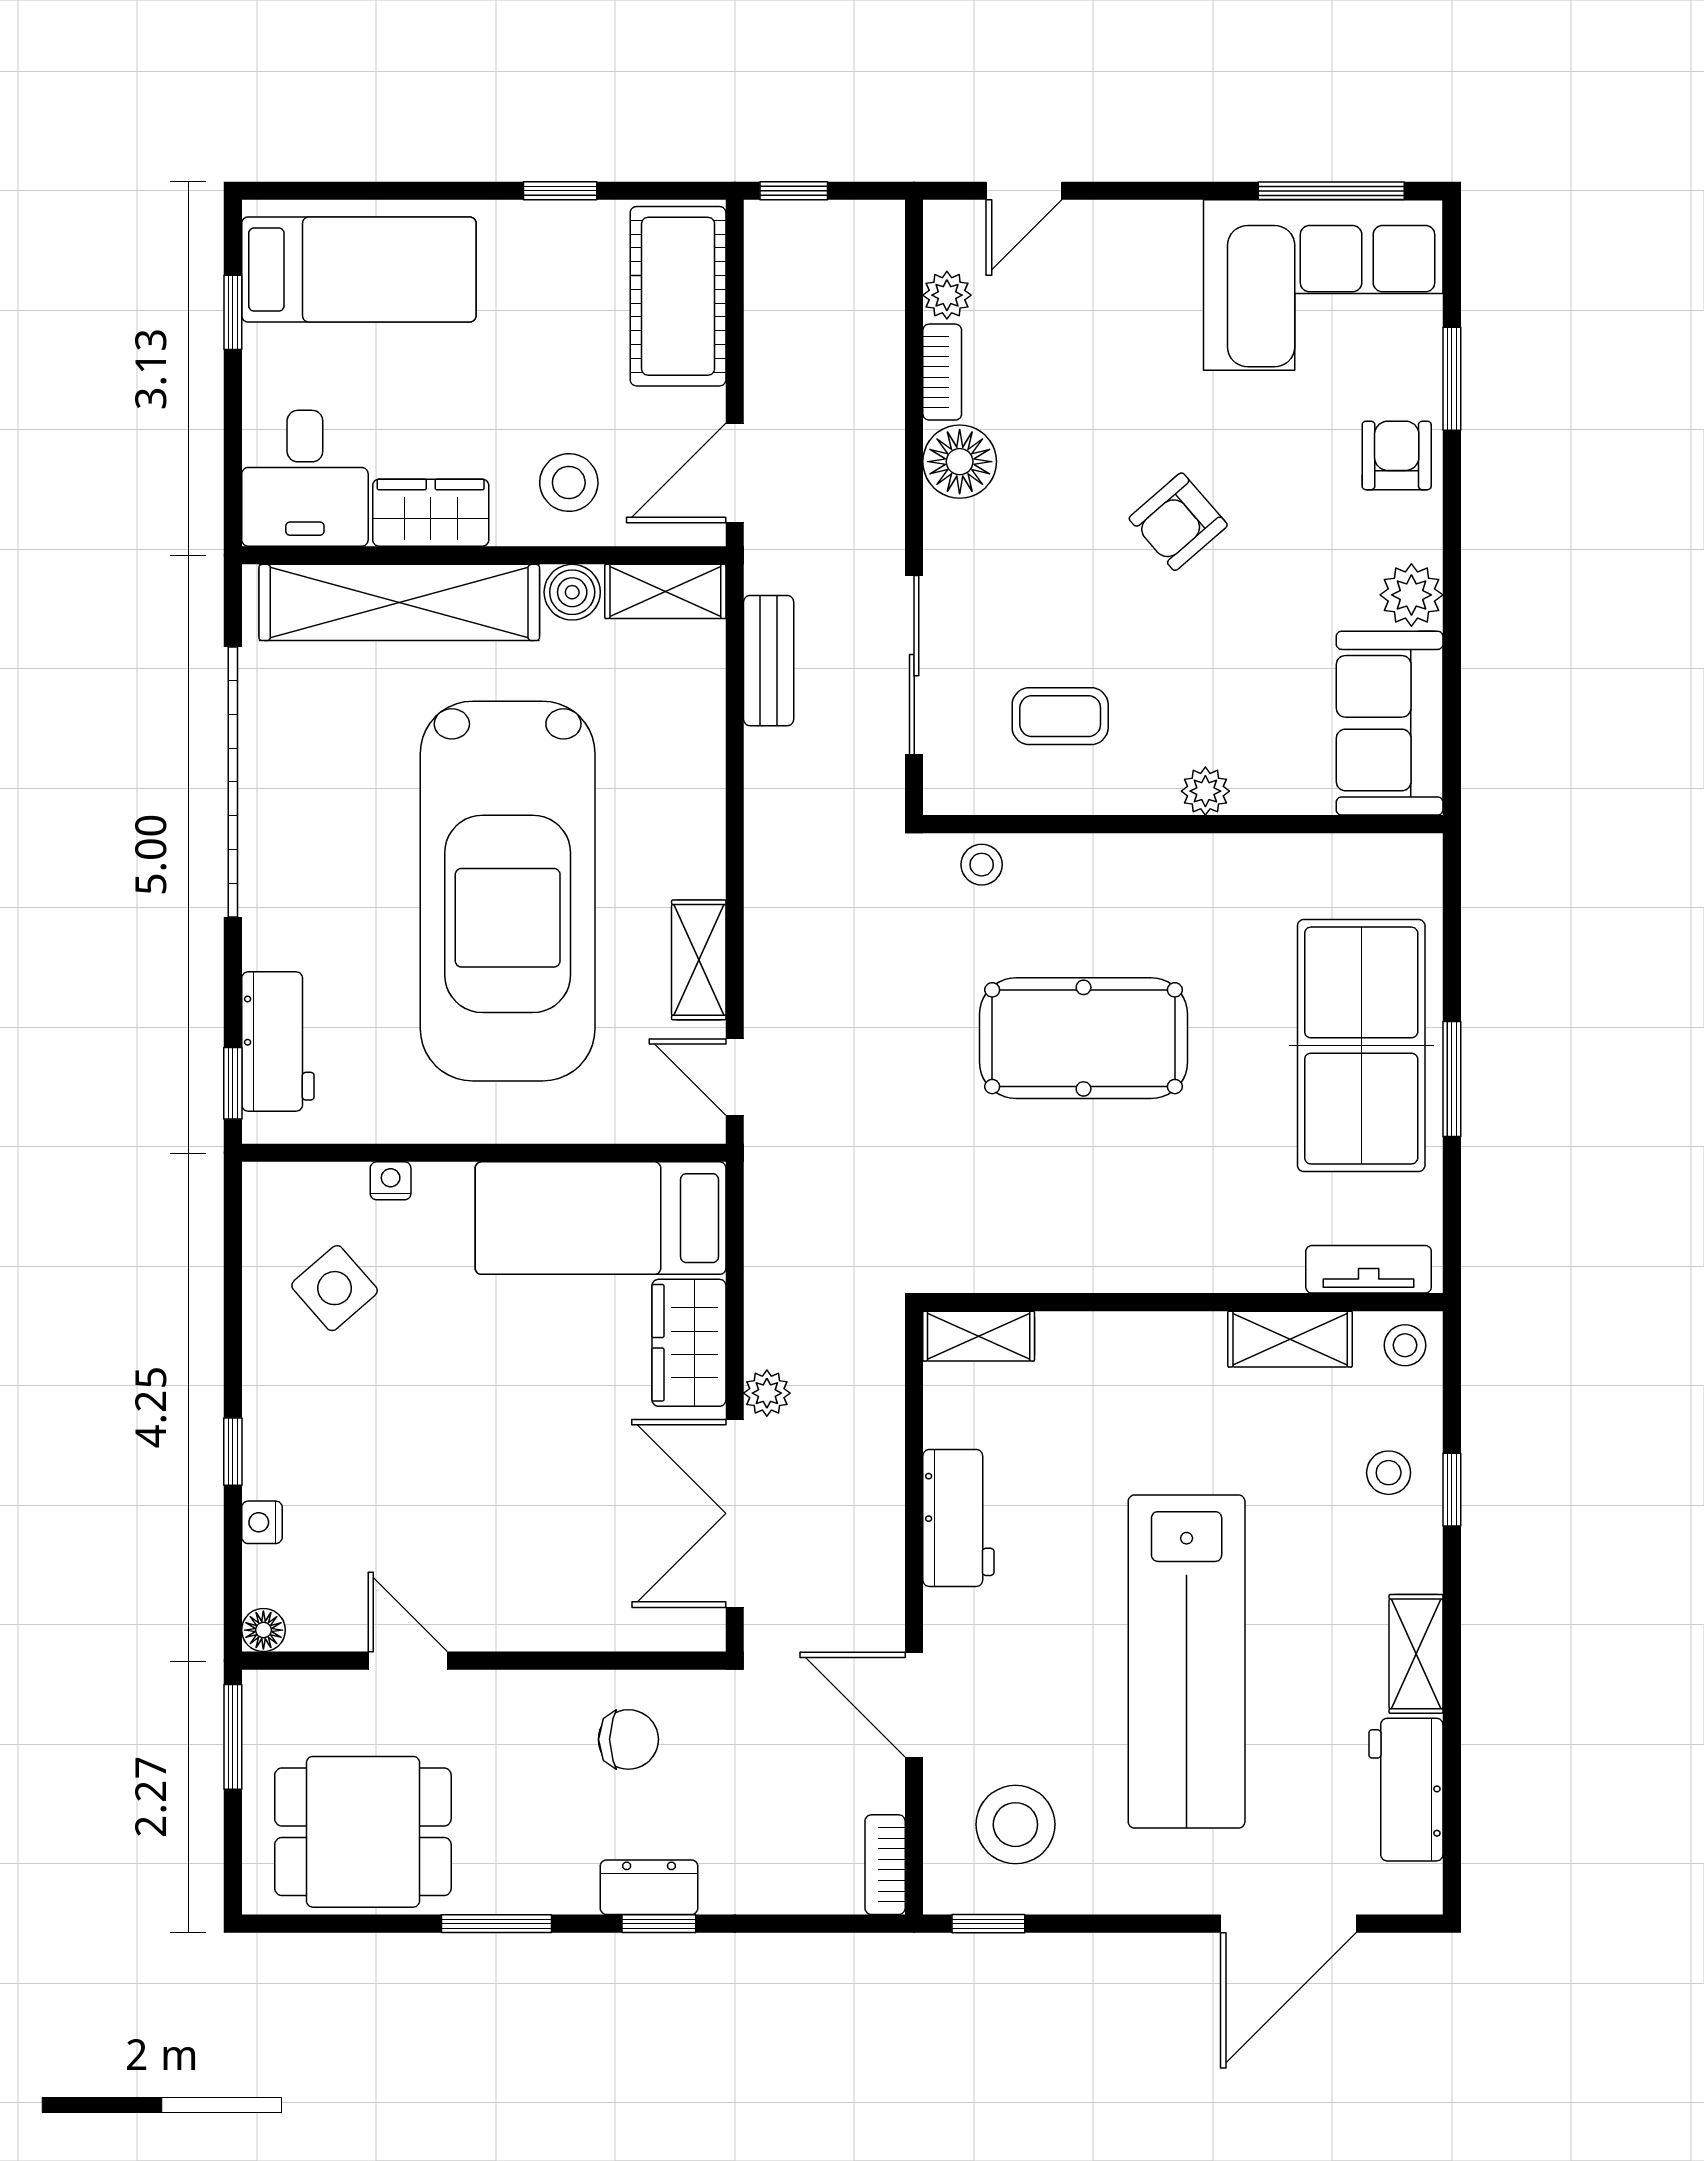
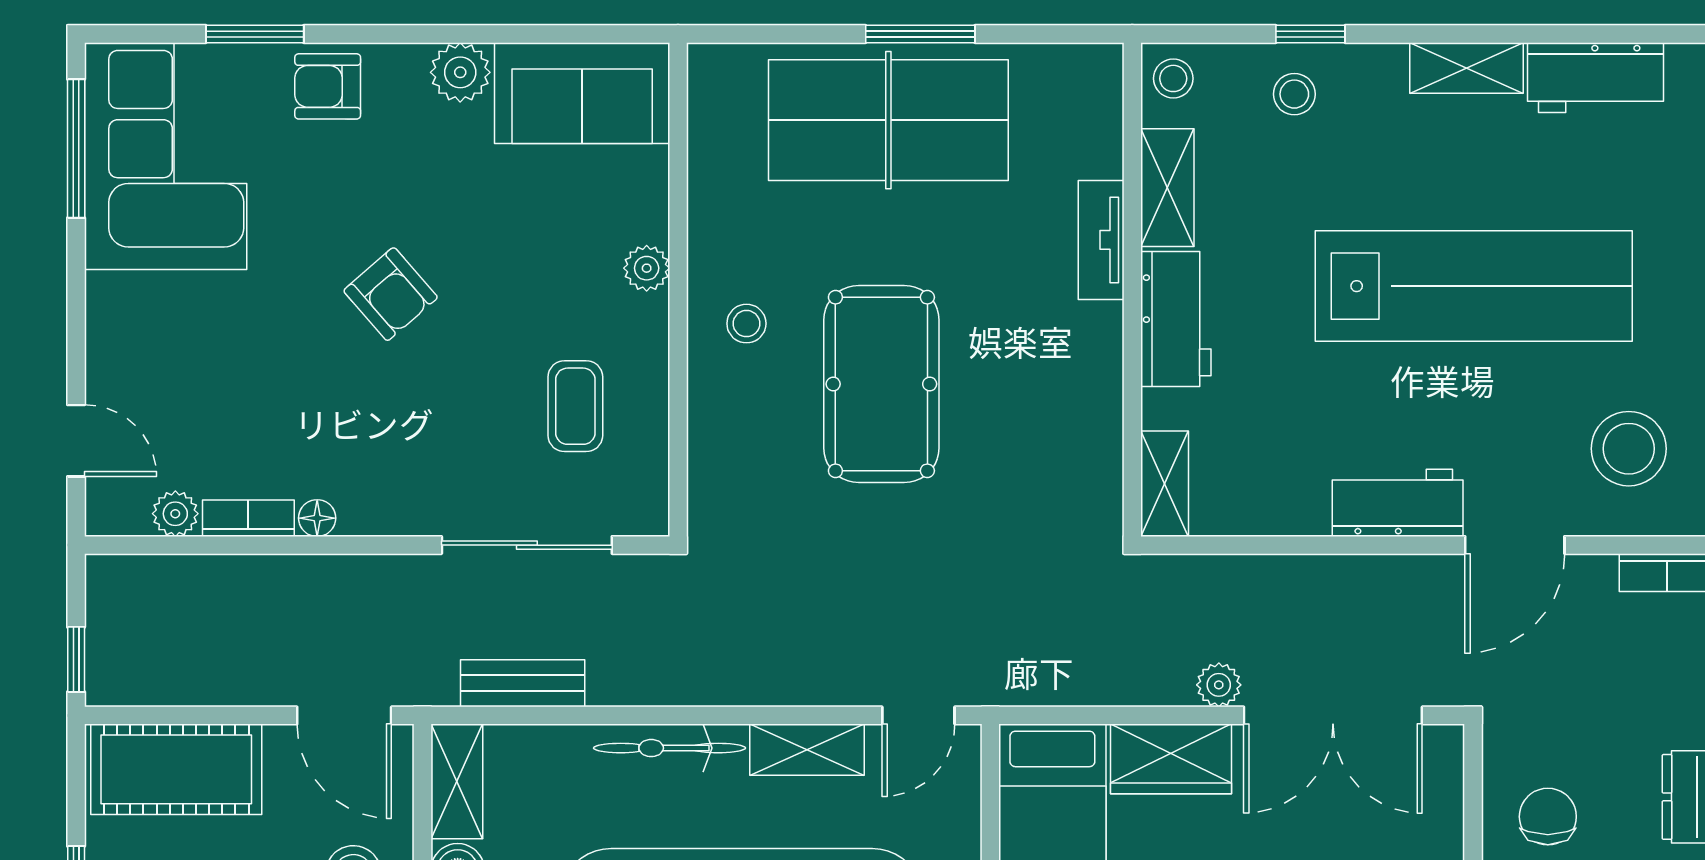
floor lamp: (960, 462) -> (317, 518), width x0.53, depth x0.53
bicycle: (700, 815) -> (669, 748), added
stool: (982, 865) -> (746, 324), moved
tv unit: (1369, 1269) -> (1101, 240), moved
workbench: (1152, 1348) -> (1176, 319), added
workbench: (958, 1518) -> (1398, 503), moved

